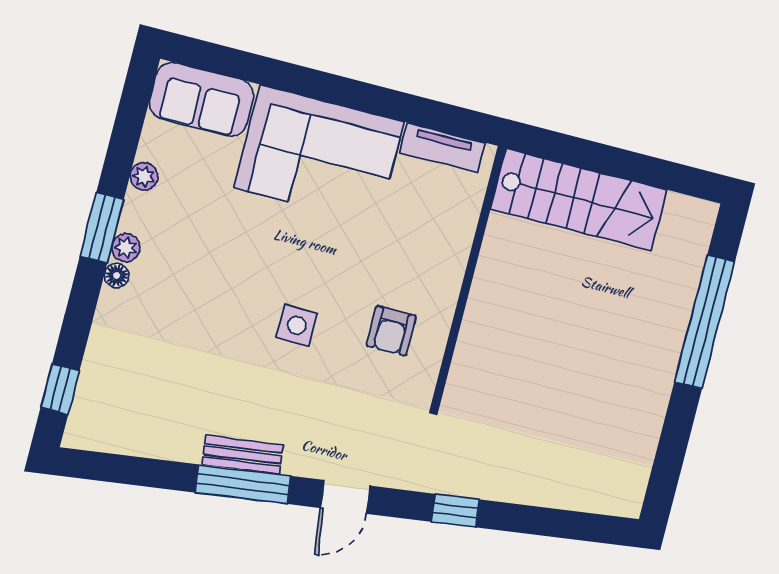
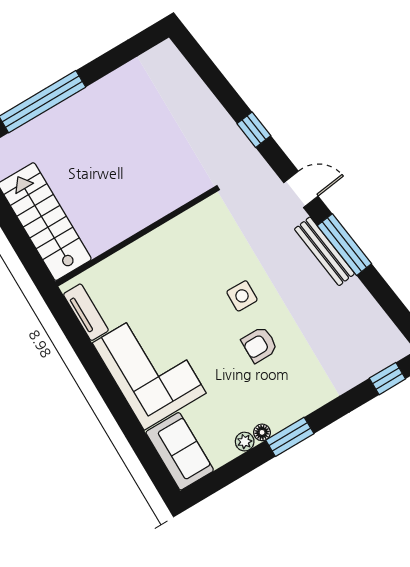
plant: (126, 248) -> (288, 416), removed
floor lamp: (117, 275) -> (262, 432), moved
armchair: (391, 331) -> (259, 345), moved, turned 180
bench: (243, 455) -> (324, 251), width x1.36

